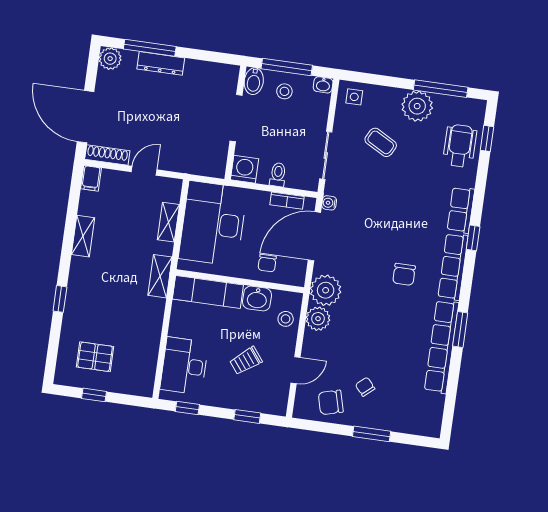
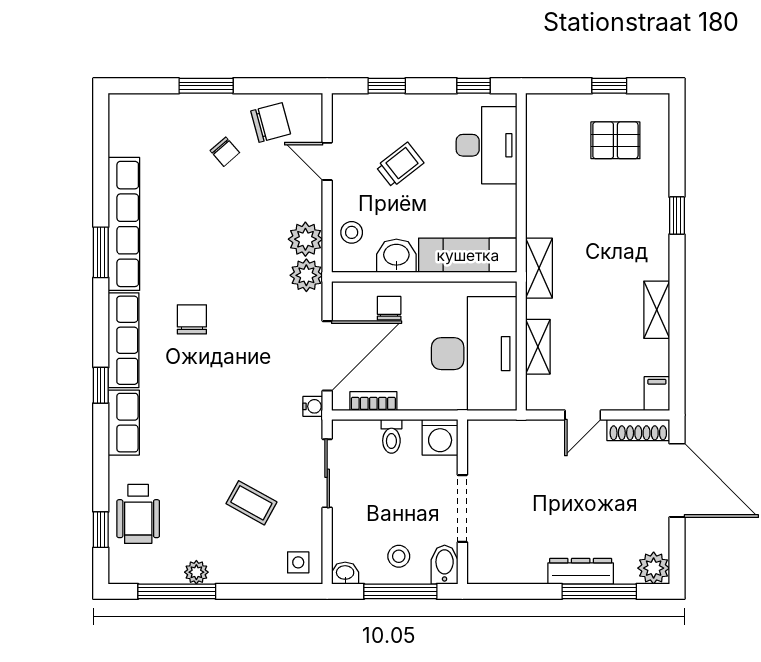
plant: (417, 106) -> (196, 572), width x0.53, depth x0.53
plant: (326, 290) -> (306, 275), width x0.73, depth x0.73
door: (296, 370) -> (327, 161), hinge flipped

